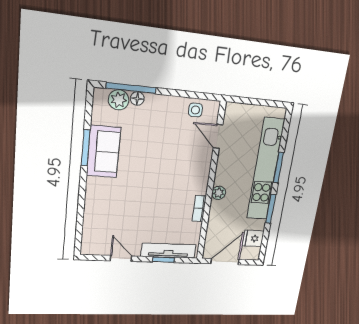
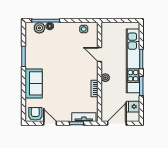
door: (218, 136) -> (100, 54), moved
sofa: (104, 152) -> (34, 83), moved
armchair: (98, 243) -> (35, 114), added
tv unit: (169, 251) -> (84, 117), width x0.71

